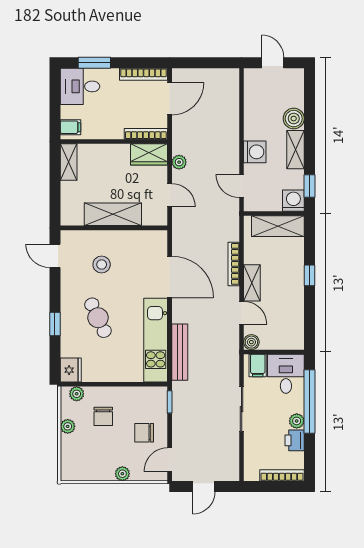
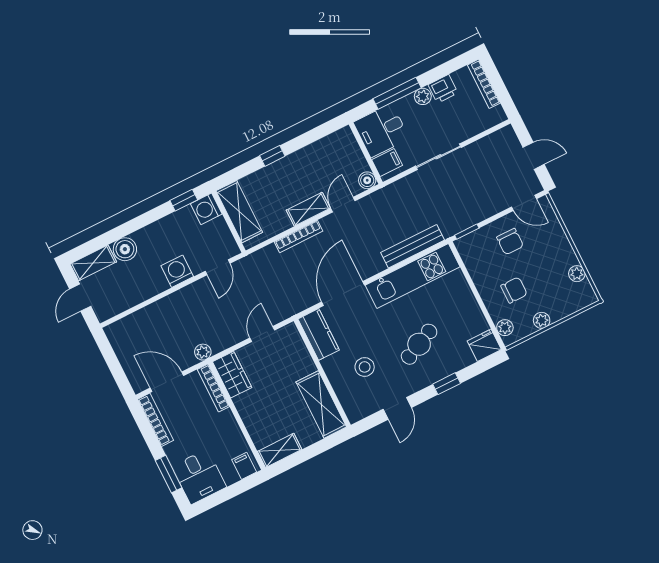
shelving: (295, 150) -> (93, 263), moved
plant: (179, 162) -> (203, 352), moved
shelving: (113, 214) -> (321, 404), moved
kitchen counter: (146, 241) -> (319, 334), added
door: (55, 256) -> (397, 408), moved
window: (310, 401) -> (397, 93), width x0.68
plant: (122, 474) -> (577, 274), moved

